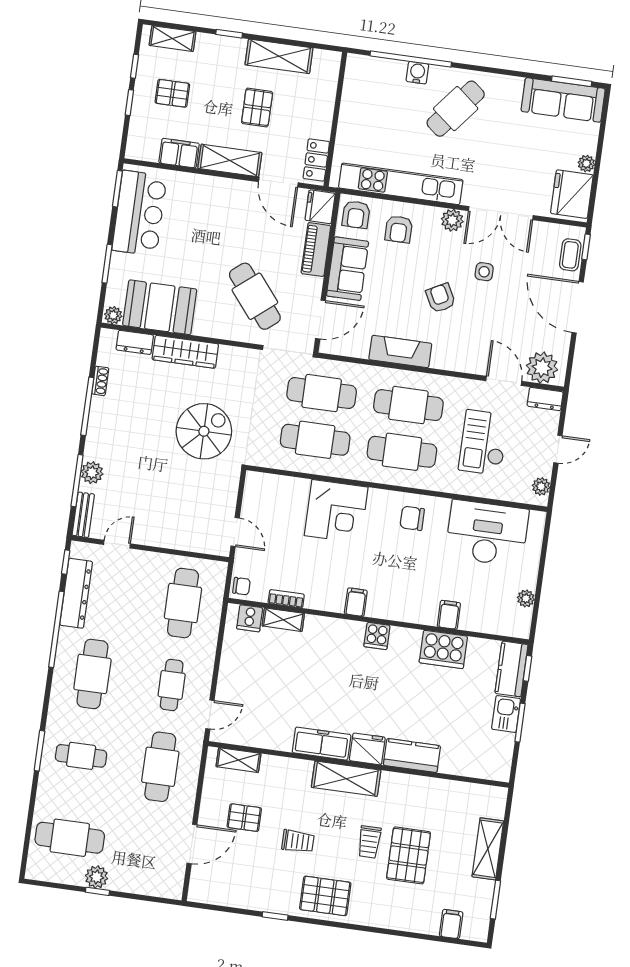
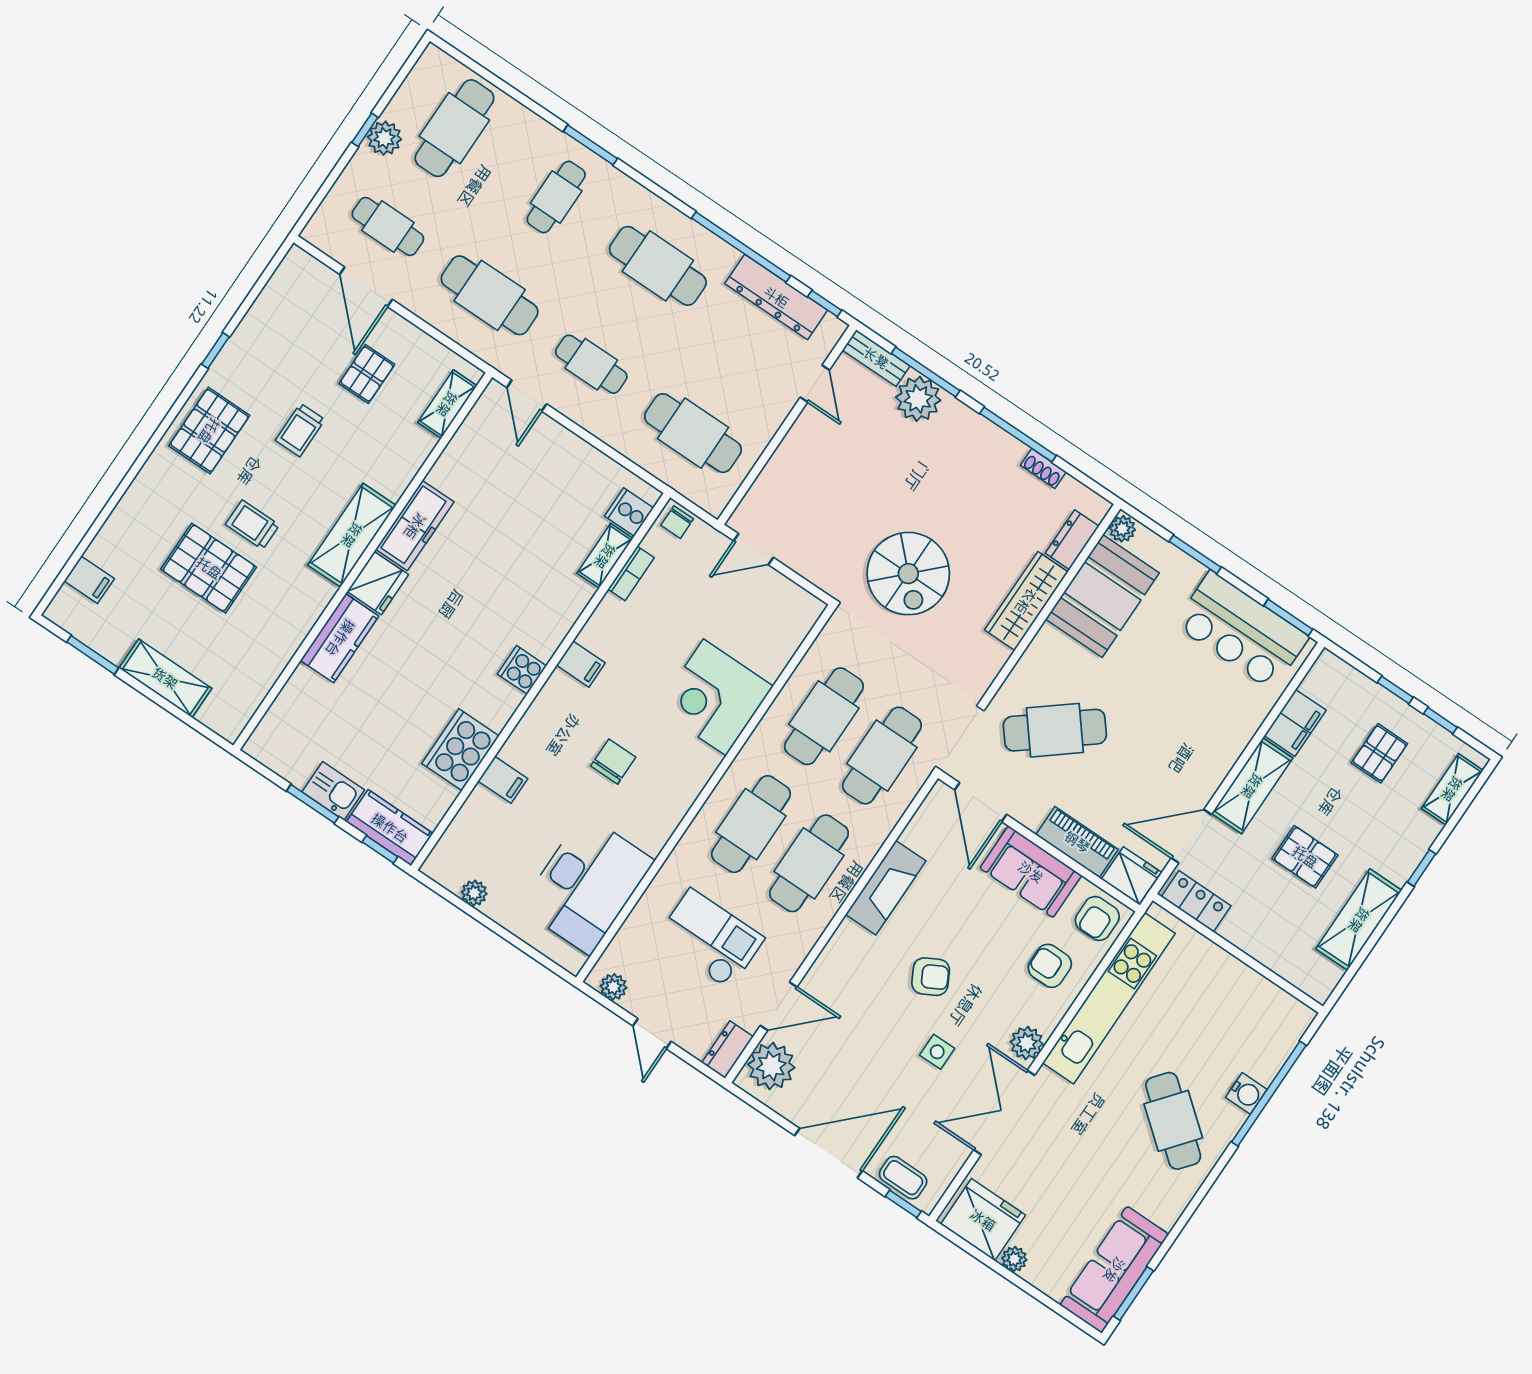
armchair: (356, 215) -> (1097, 918), turned -90
plant: (92, 473) -> (918, 399), width x1.36, depth x1.36
chair: (412, 518) -> (613, 762), moved
cafe table: (149, 849) -> (388, 226), added

